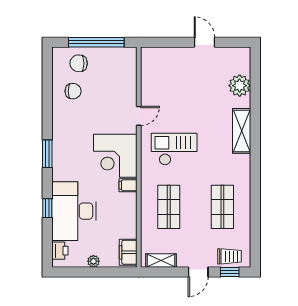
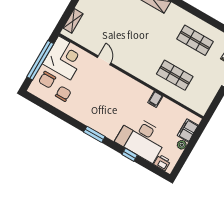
checkout: (174, 149) -> (139, 50), removed
corner desk: (115, 156) -> (64, 58), moved, turned -90
filing cabinet: (128, 185) -> (155, 99), moved
filing cabinet: (128, 252) -> (188, 130), moved, turned 90
shelving: (161, 261) -> (73, 21), moved

